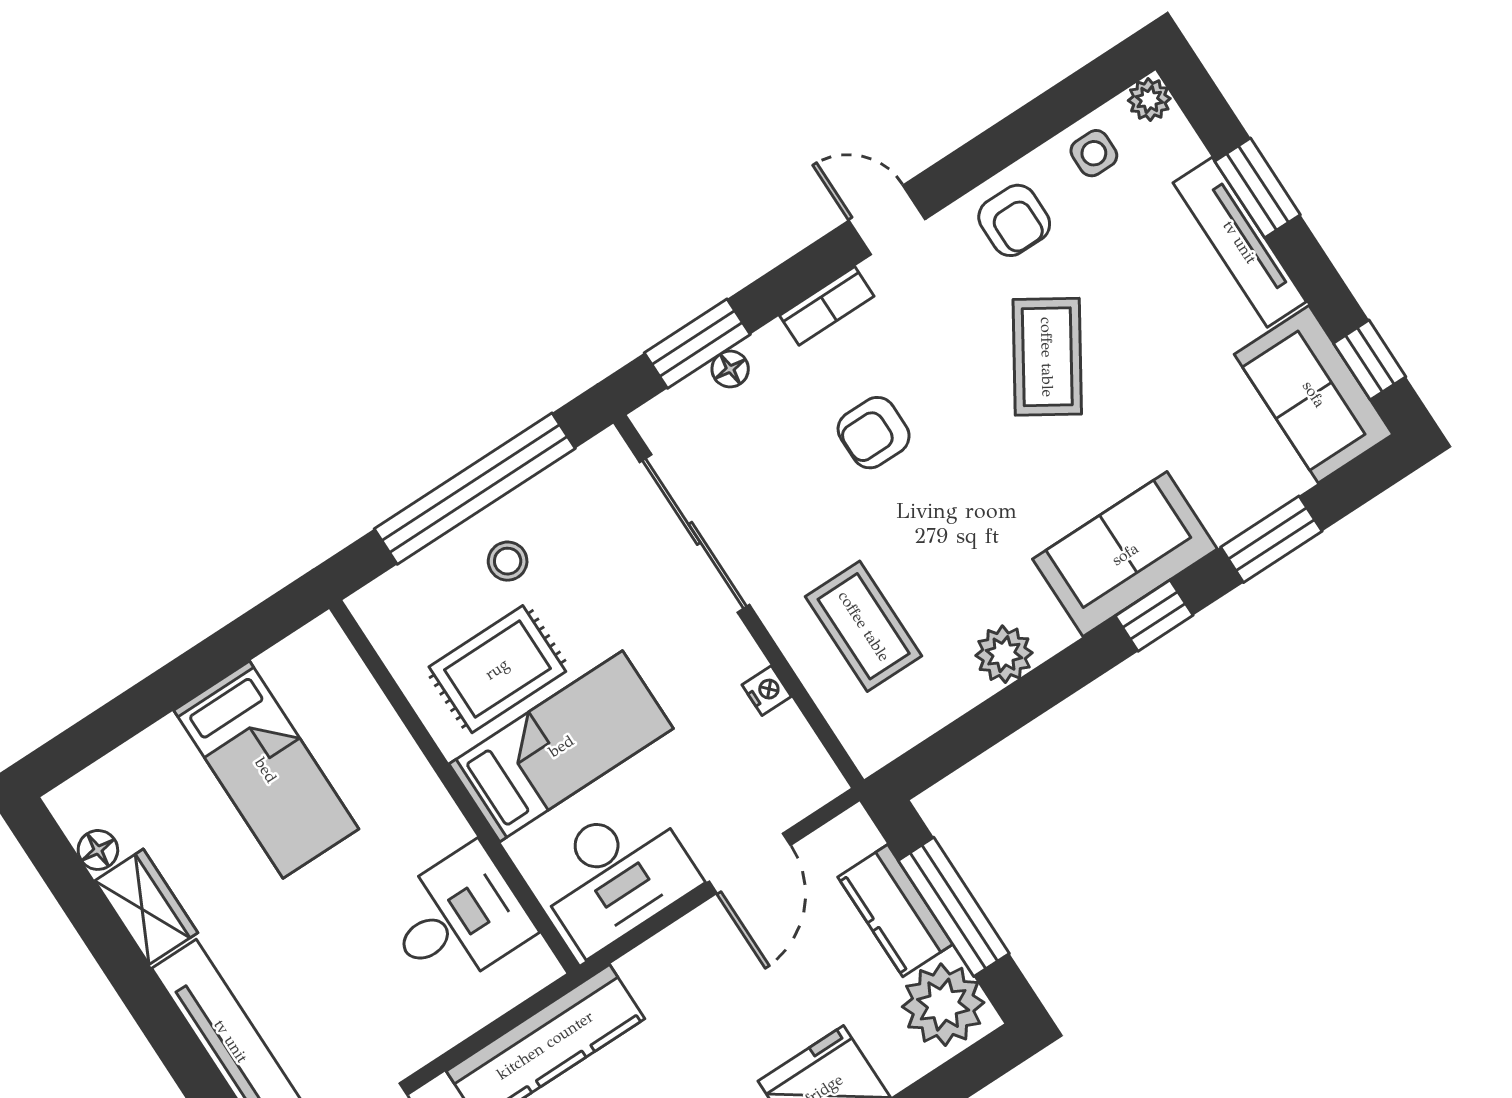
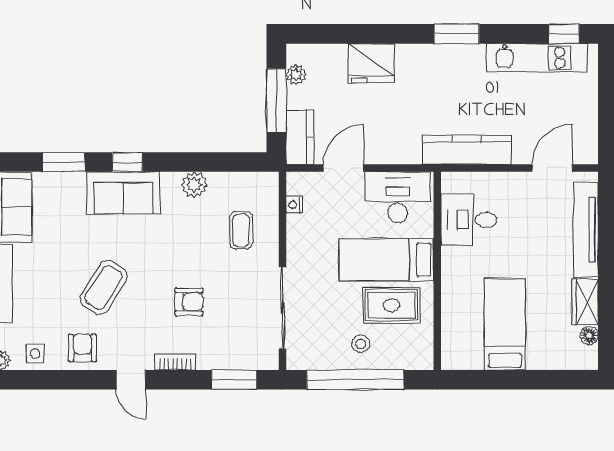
floor lamp: (730, 369) -> (228, 362), removed
coffee table: (864, 626) -> (241, 230), width x0.73, depth x0.77
nightstand: (767, 691) -> (294, 205), moved
kitchen counter: (895, 911) -> (300, 137), moved
plant: (943, 1005) -> (296, 75), width x0.53, depth x0.53

